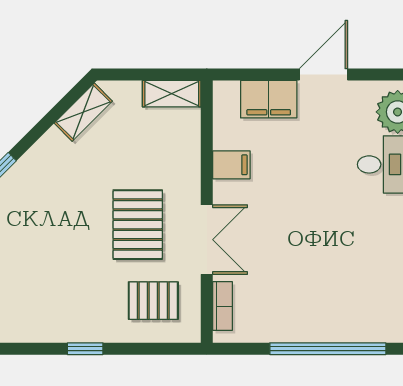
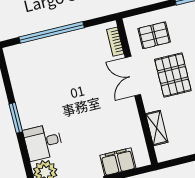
shelving: (172, 94) -> (157, 128), moved, turned 90
filing cabinet: (231, 165) -> (129, 121), removed

